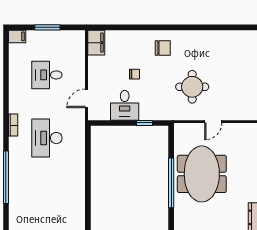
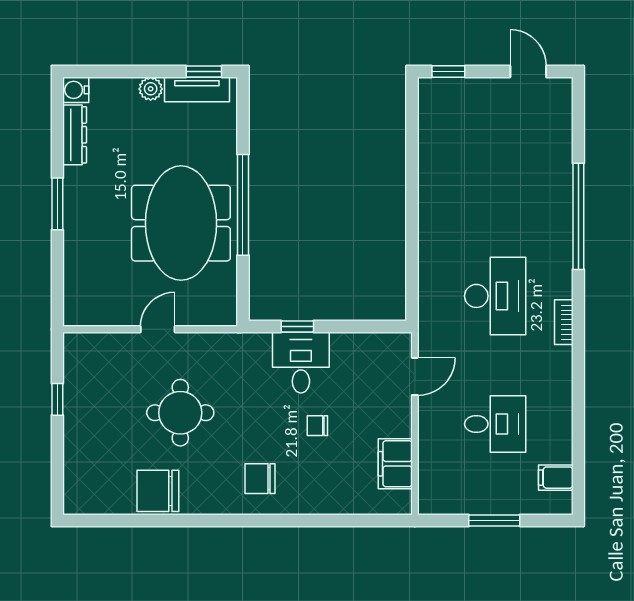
filing cabinet: (17, 36) -> (556, 478), moved
chair: (213, 42) -> (158, 491), added
filing cabinet: (96, 43) -> (395, 464), moved
round table: (192, 87) -> (180, 413), moved
desk: (125, 105) -> (301, 363), moved

